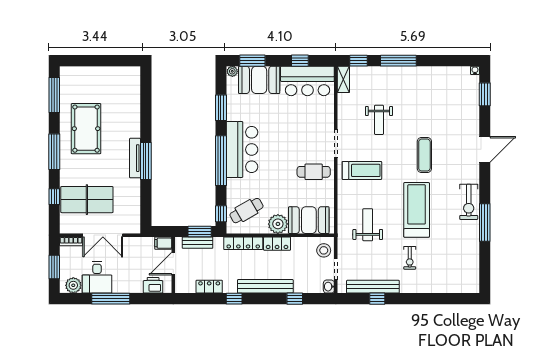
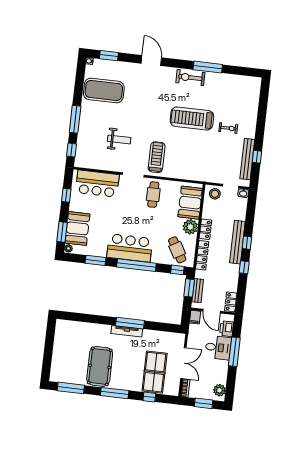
shelving: (343, 79) -> (85, 163), removed
bar counter: (307, 81) -> (97, 184), moved, turned 90
pool table: (86, 129) -> (100, 366), turned 90
exercise mat: (424, 155) -> (104, 90), moved, width x2.00, depth x1.45
exercise bike: (469, 202) -> (190, 78), turned 180
weight bench: (368, 225) -> (199, 158), removed
desk: (97, 277) -> (218, 348), moved
locker: (209, 287) -> (231, 302), moved
window: (111, 299) -> (234, 352), moved
window: (295, 299) -> (247, 243), moved

